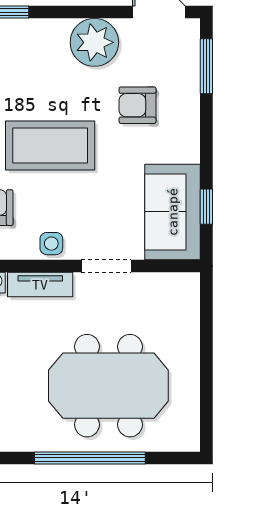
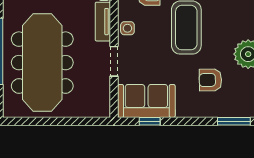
armchair: (138, 105) -> (210, 80), turned -91
meeting table: (108, 386) -> (42, 63), width x1.36

